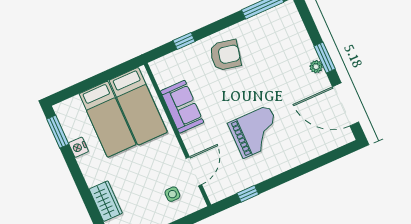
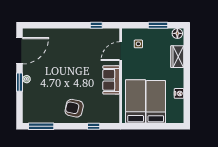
door: (346, 104) -> (19, 51), hinge flipped
sofa: (182, 107) -> (111, 80), moved
window: (58, 132) -> (187, 107), removed
grand piano: (256, 132) -> (76, 58), removed

